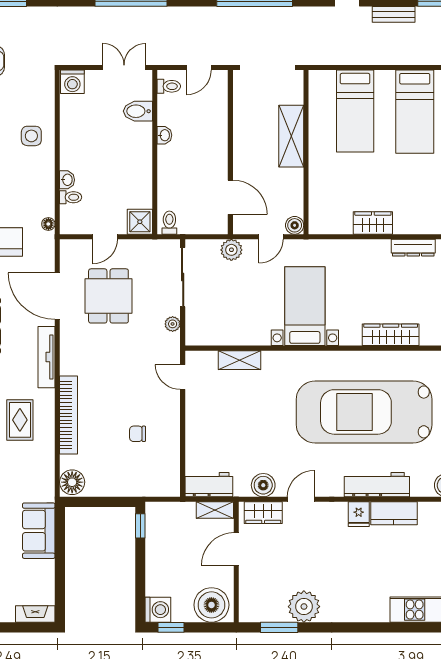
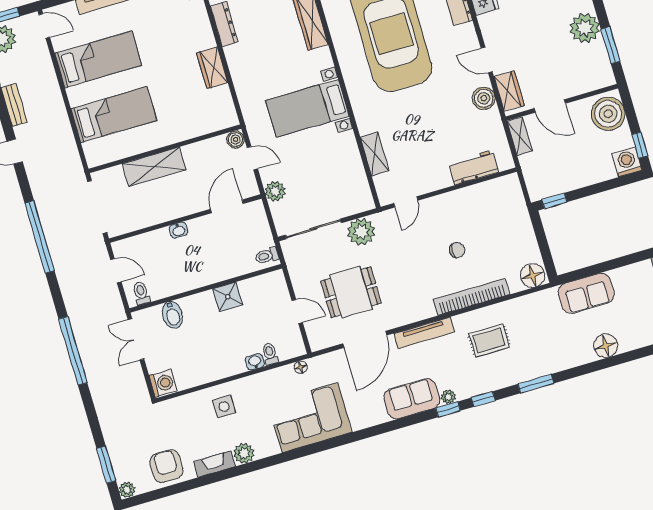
washbasin: (164, 135) -> (179, 230), moved, turned 180
shower: (140, 222) -> (228, 297), moved
plant: (173, 324) -> (361, 232), width x1.88, depth x1.88
chair: (138, 434) -> (457, 250), moved, turned -90
workbench: (209, 485) -> (473, 167), moved, turned 90

